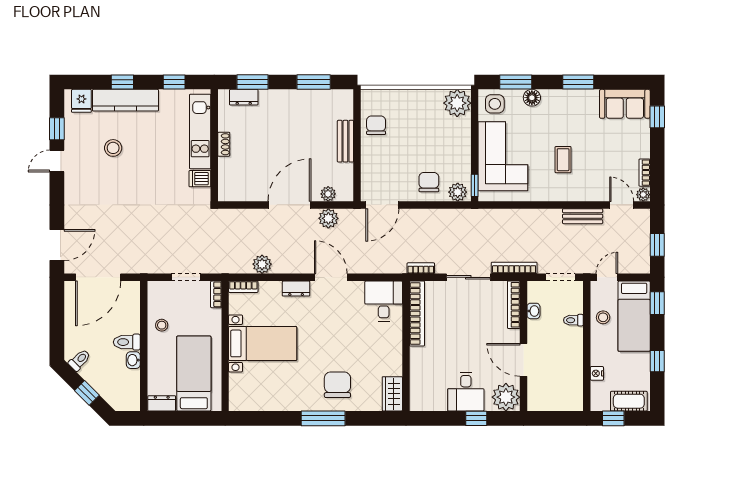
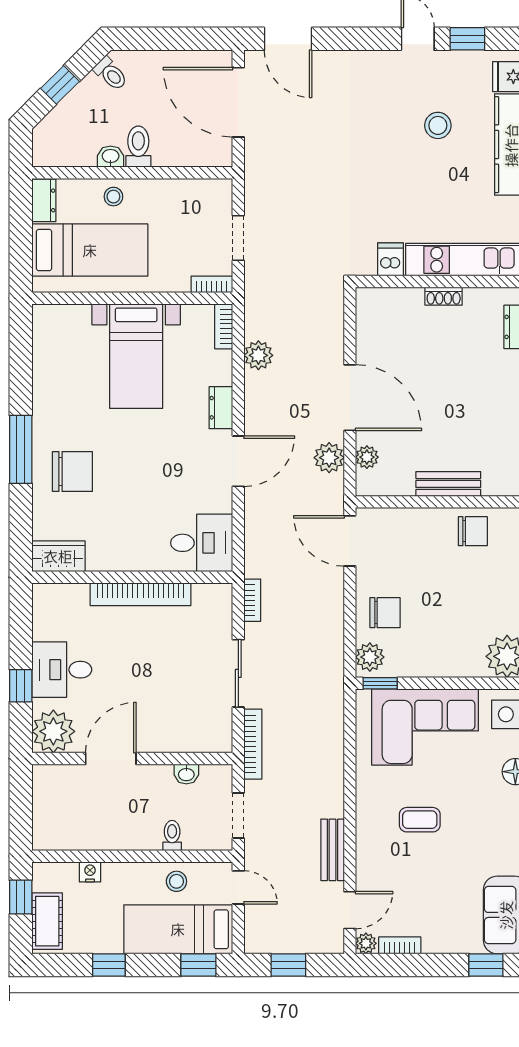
bookcase: (514, 305) -> (196, 744), removed
bookcase: (417, 314) -> (141, 594), moved
stool: (162, 325) -> (113, 197), moved

